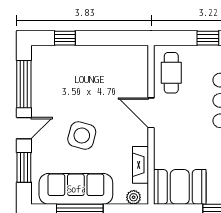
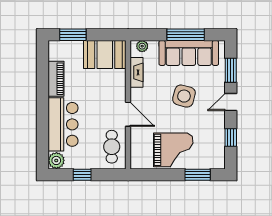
window: (65, 38) -> (198, 175), width x1.50
grand piano: (95, 69) -> (173, 150), added
window: (24, 84) -> (231, 138), width x0.46

